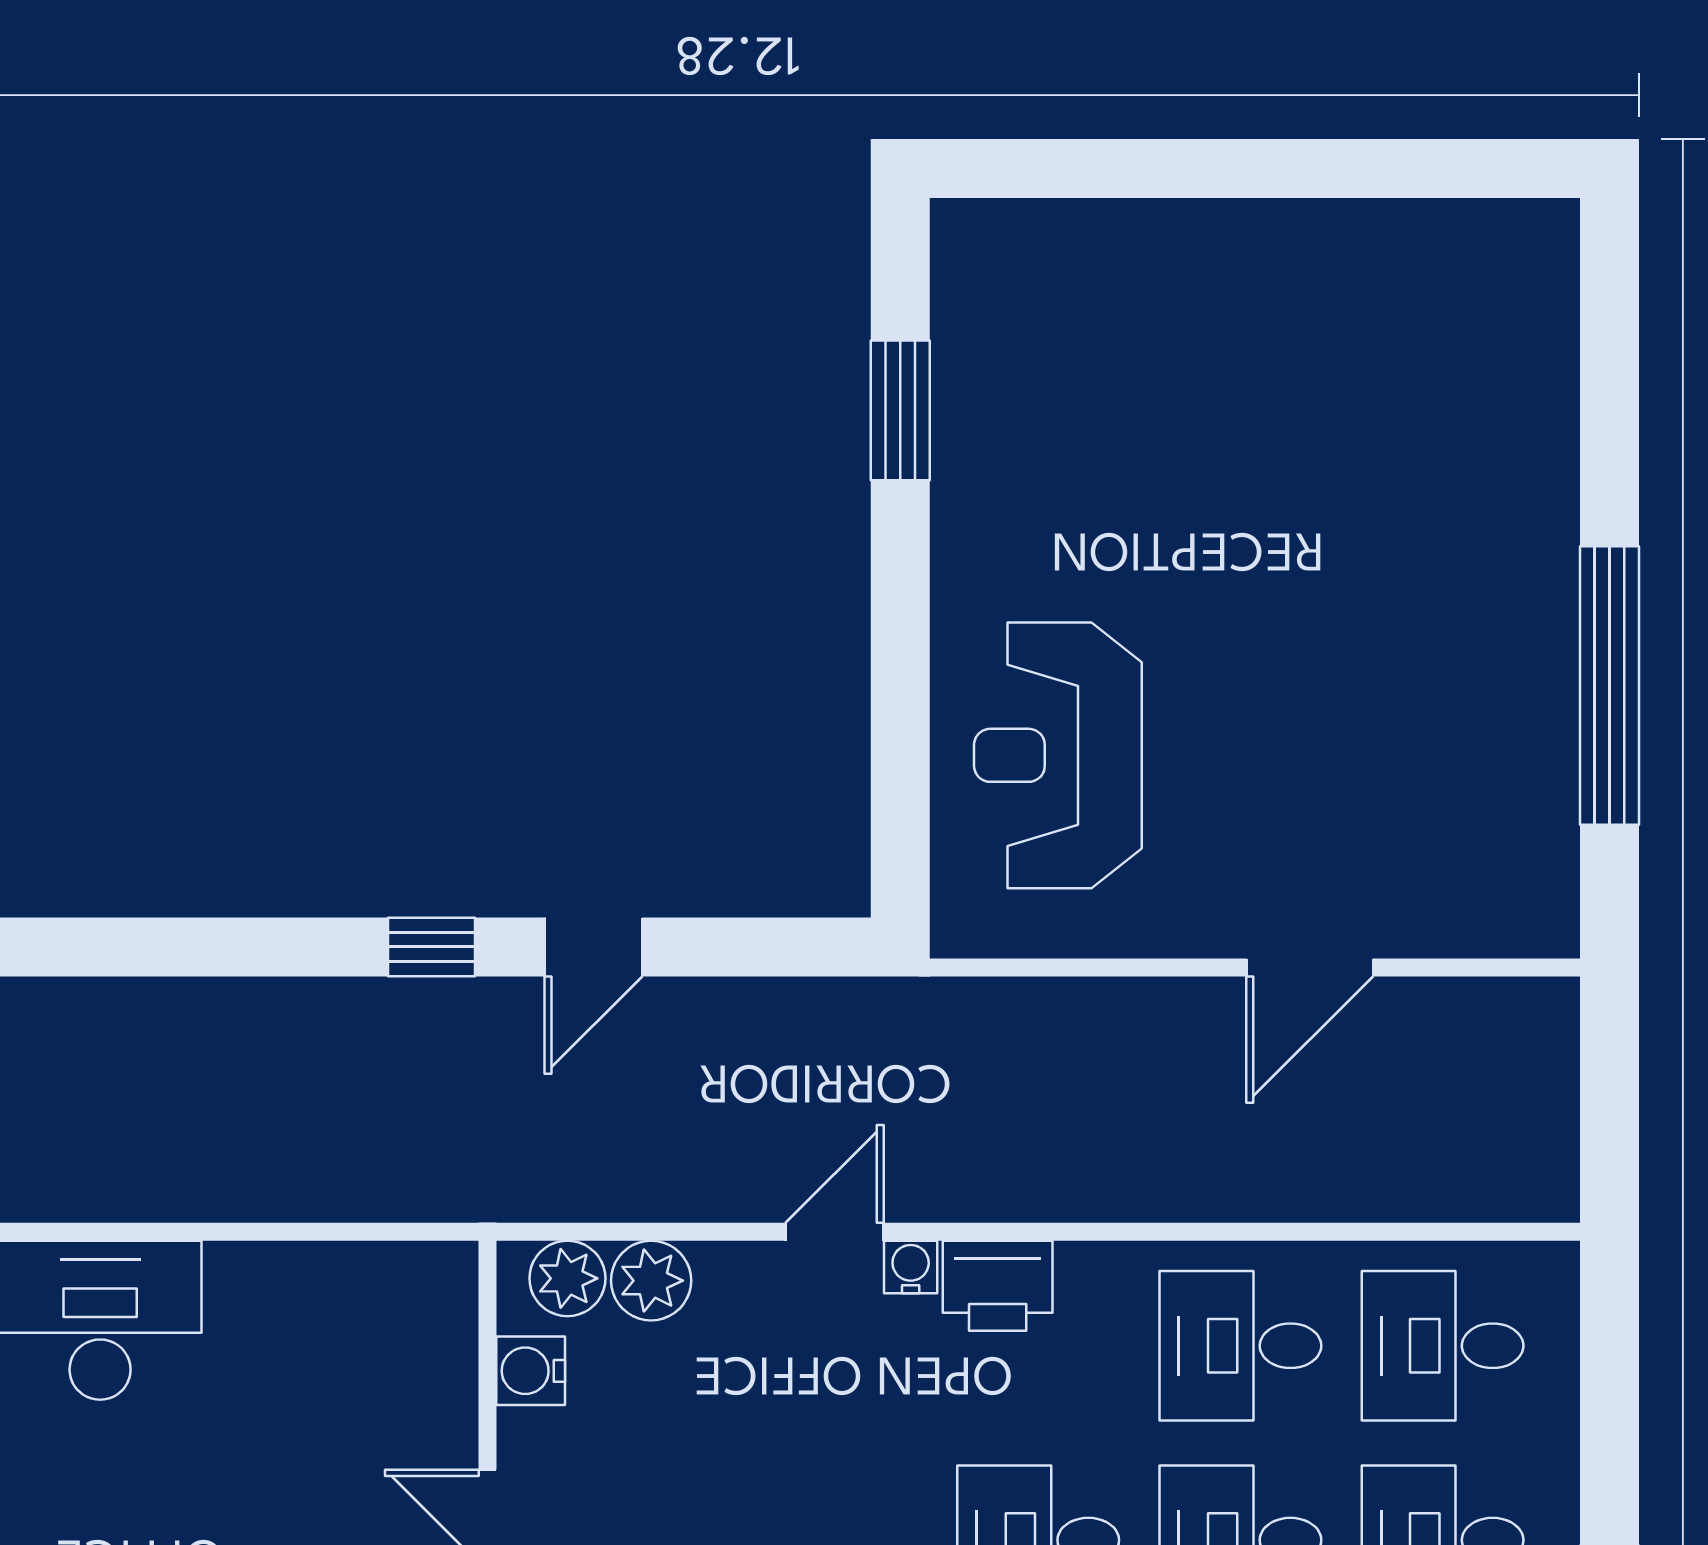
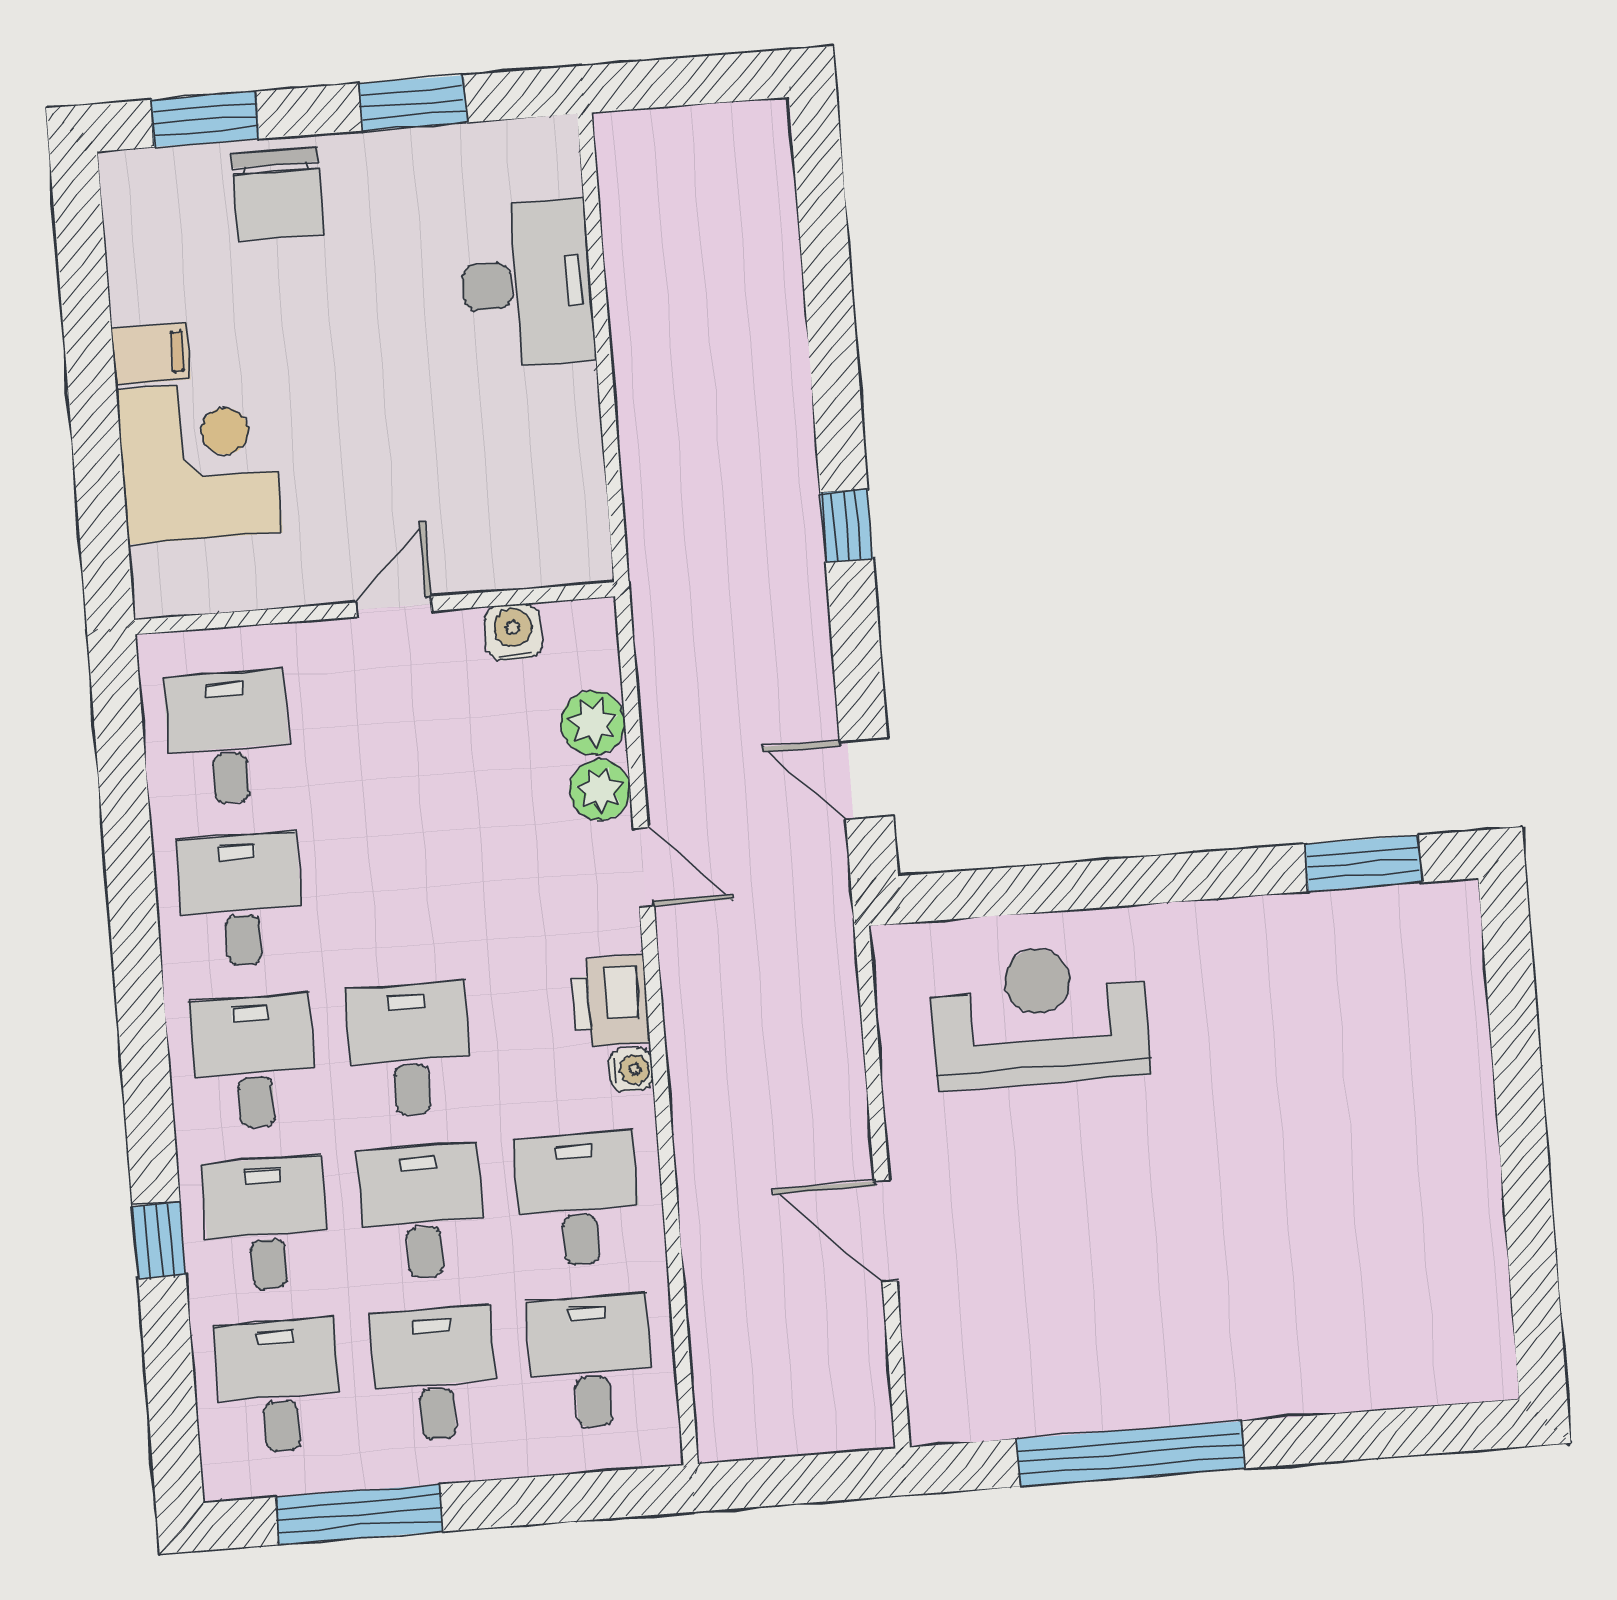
window: (900, 410) -> (1363, 863), moved
door: (594, 947) -> (867, 778), moved
water cooler: (911, 1267) -> (631, 1070), moved
plant: (567, 1278) -> (600, 790), moved

